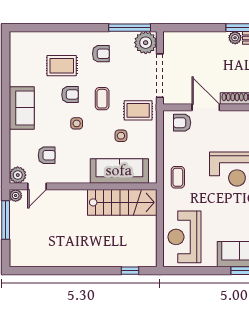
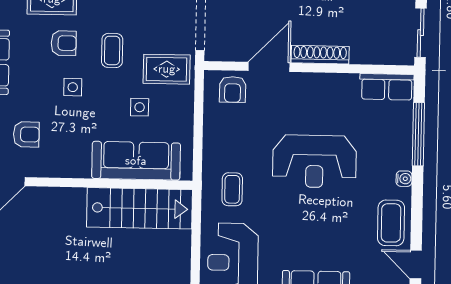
door: (206, 107) -> (269, 67), hinge flipped
armchair: (182, 123) -> (233, 89), turned -90
coffee table: (178, 177) -> (232, 189), moved

